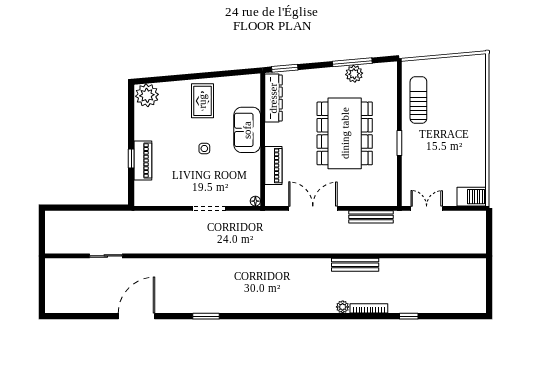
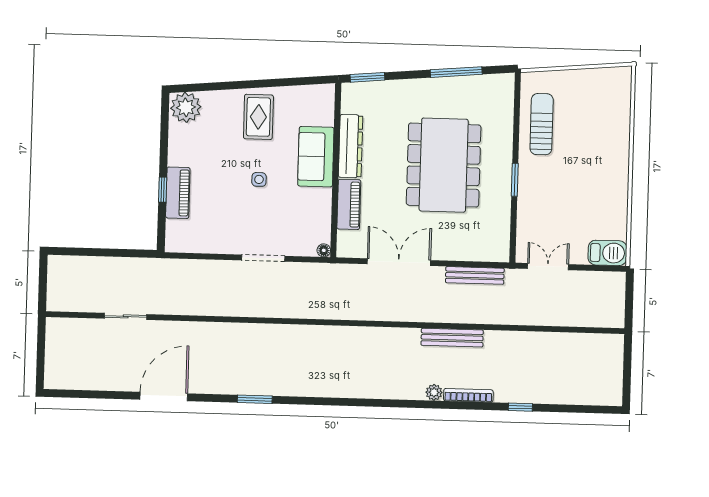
plant: (354, 74) -> (458, 87), removed
dresser: (273, 98) -> (351, 146), moved

